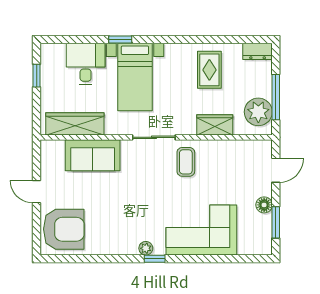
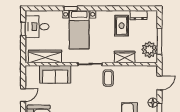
dresser: (258, 51) -> (139, 15), moved
desk: (86, 64) -> (37, 27), moved, turned -90
door: (37, 192) -> (23, 95), swing flipped

